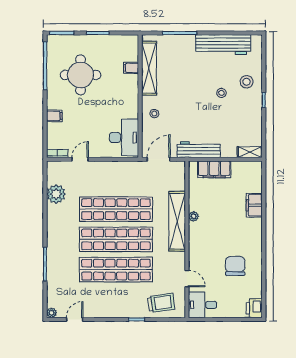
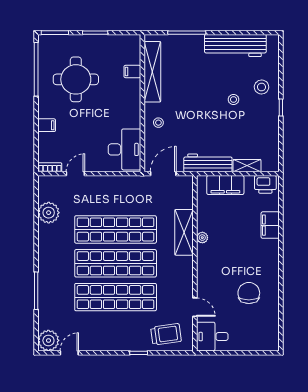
shelving: (250, 152) -> (247, 166), moved
shelving: (177, 221) -> (184, 232), width x0.68
printer: (254, 308) -> (265, 184), moved, turned -90
plant: (52, 313) -> (48, 340), width x1.87, depth x1.87

